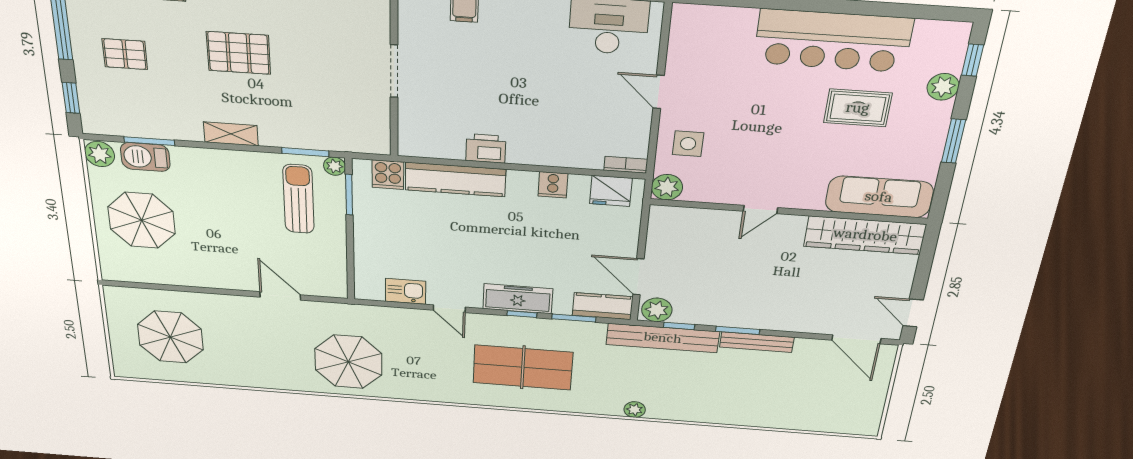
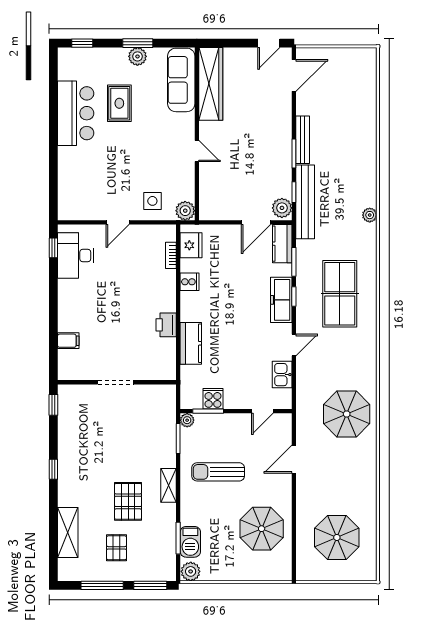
bar counter: (833, 41) -> (76, 113), width x0.73
pallet: (238, 53) -> (128, 501), moved
plant: (943, 87) -> (137, 56), moved
window: (71, 98) -> (150, 585), width x1.50
bookcase: (626, 165) -> (171, 255), moved
cooker: (388, 175) -> (213, 399), moved, turned -90
kitchen counter: (455, 180) -> (191, 343), width x0.67
sun lounger: (299, 199) -> (218, 472), moved
parasol: (142, 220) -> (262, 529), moved
door: (350, 263) -> (262, 411), added

